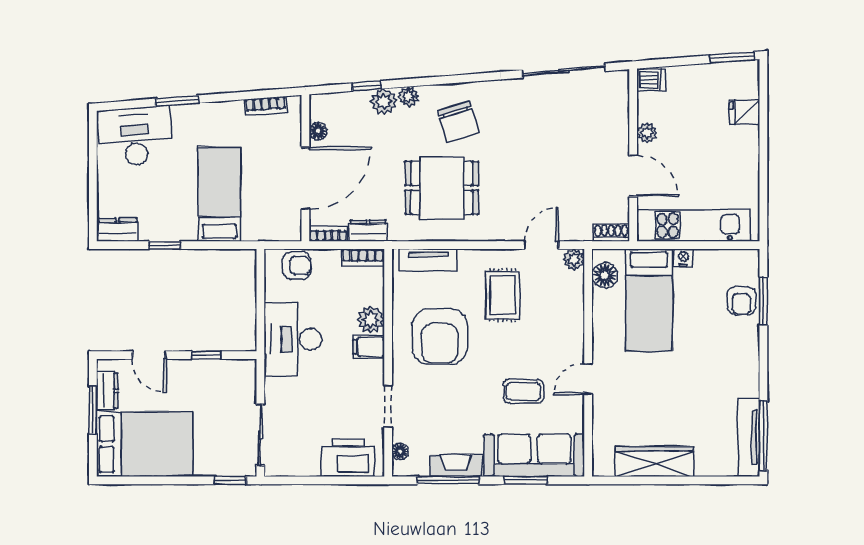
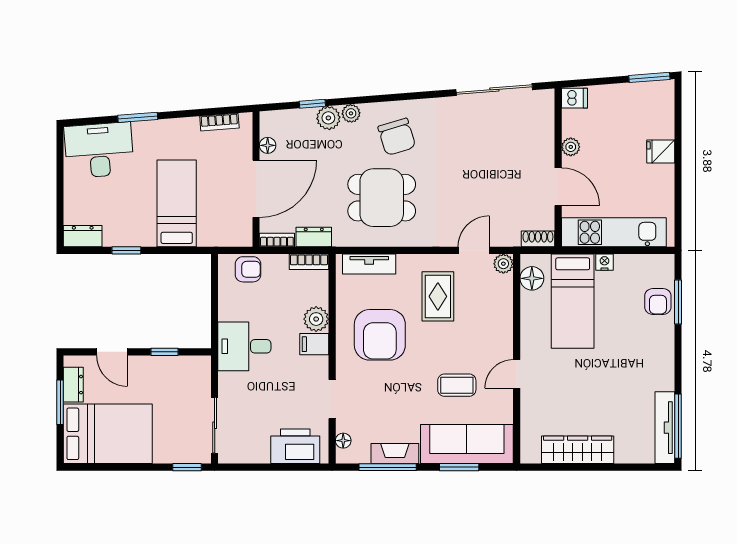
fridge: (744, 112) -> (661, 151), moved
desk: (293, 339) -> (244, 346), width x0.73

